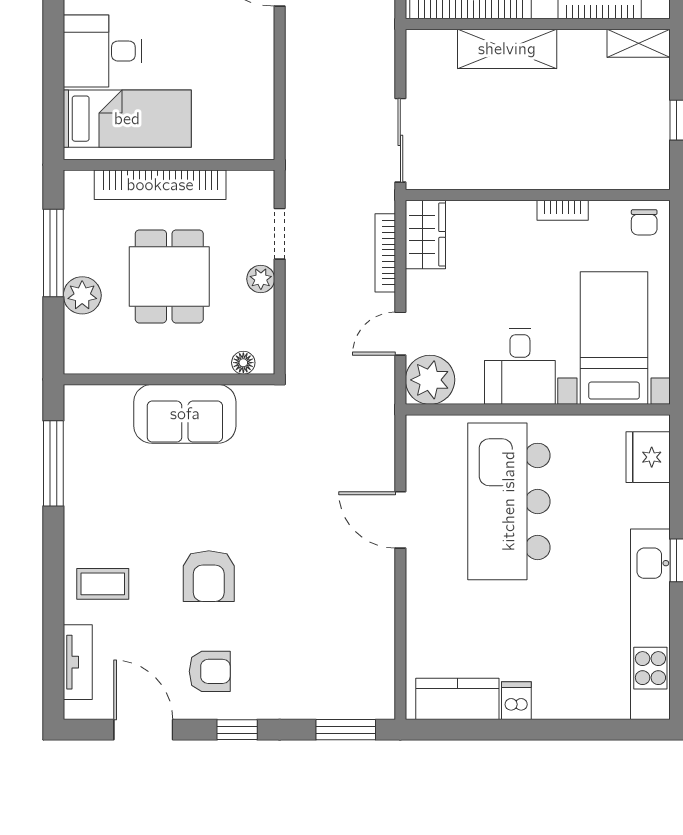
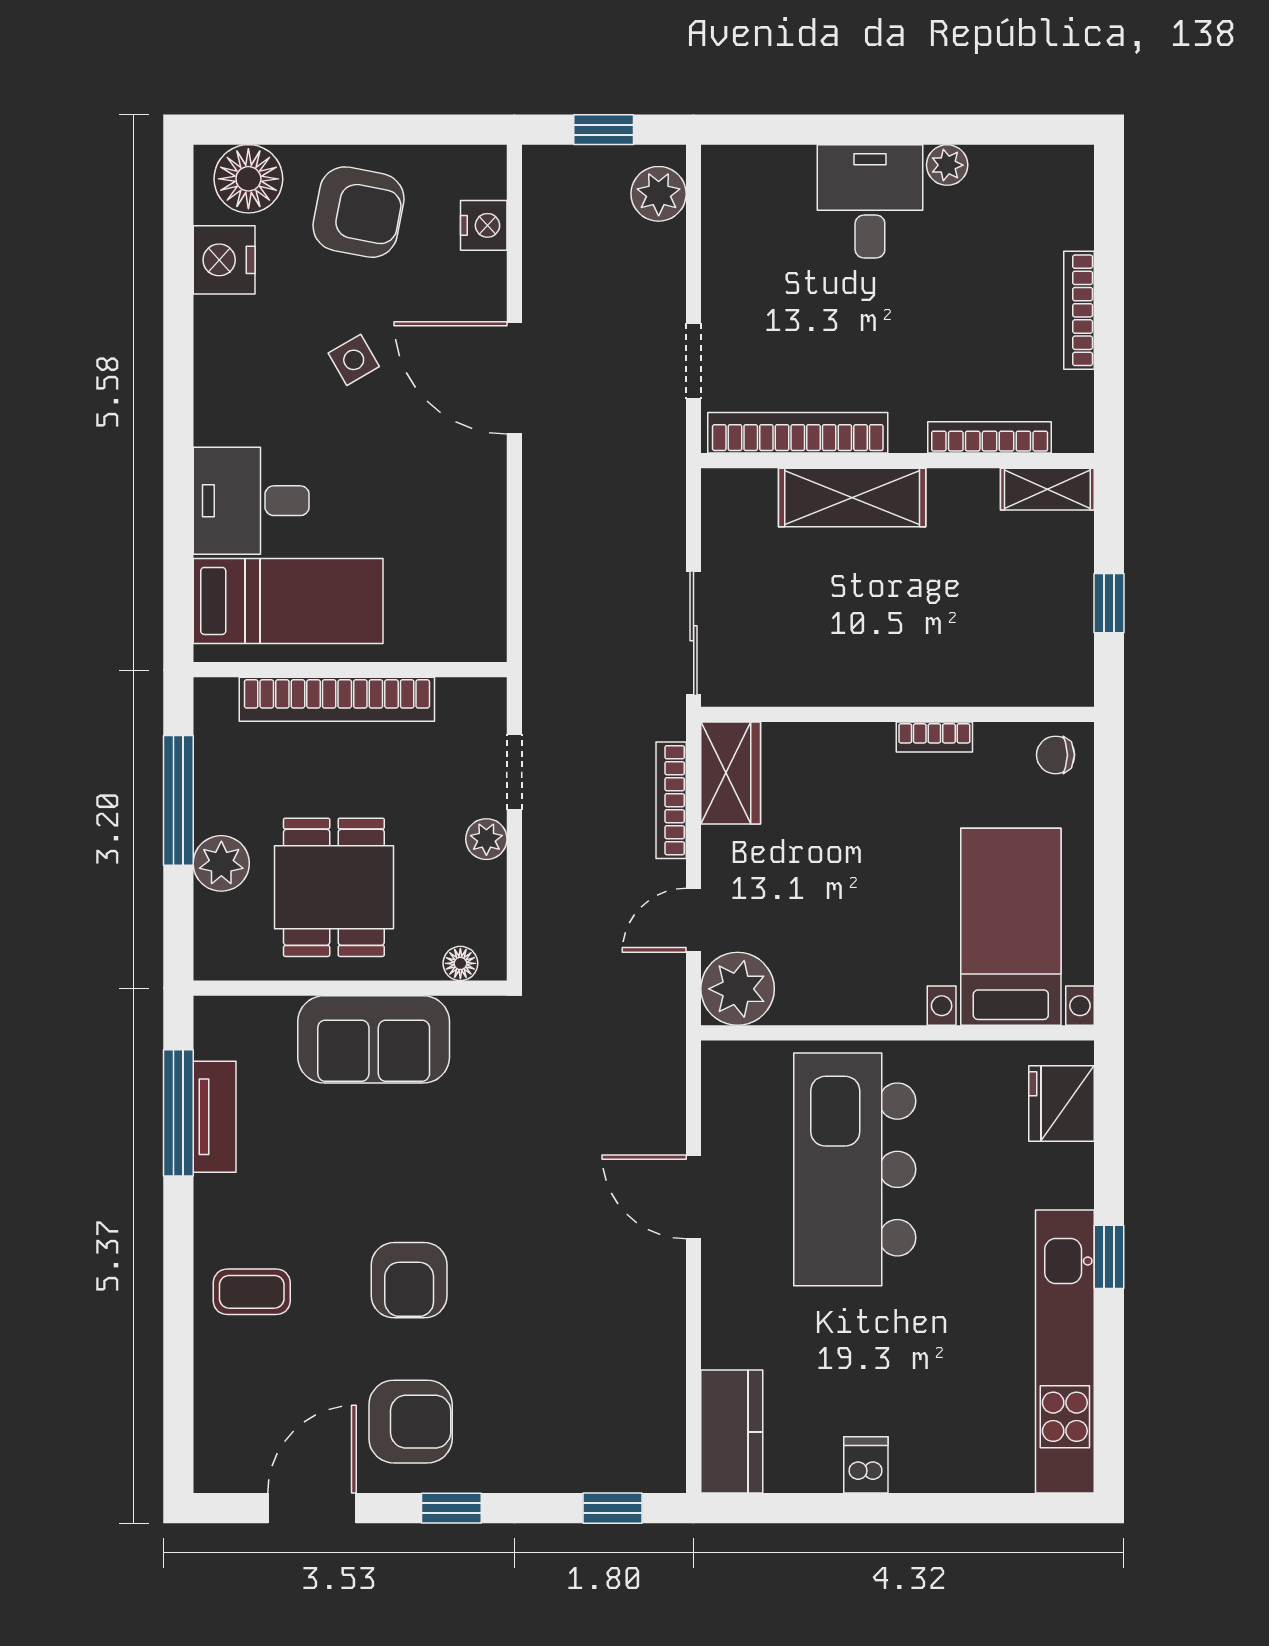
chair: (644, 222) -> (1056, 755), turned 90
dining table: (169, 276) -> (334, 887), moved
desk: (520, 366) -> (871, 969), removed
tv unit: (78, 662) -> (215, 1117), moved
armchair: (210, 671) -> (411, 1422), width x1.38, depth x1.38
kitchen counter: (457, 699) -> (732, 1432), moved, turned 90
door: (143, 730) -> (312, 1508), hinge flipped
window: (346, 730) -> (612, 1508), width x0.67

